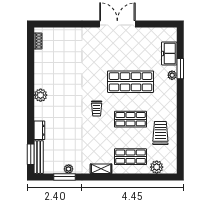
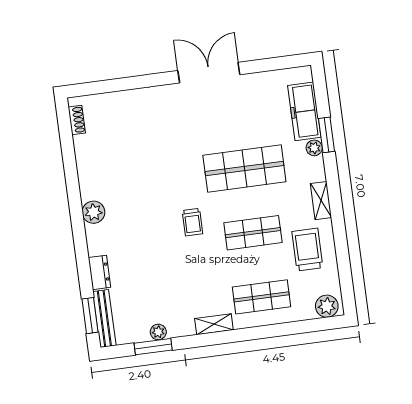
freezer: (169, 53) -> (304, 111), width x1.40
shelving: (172, 106) -> (321, 201), added
plant: (157, 167) -> (327, 306), moved

